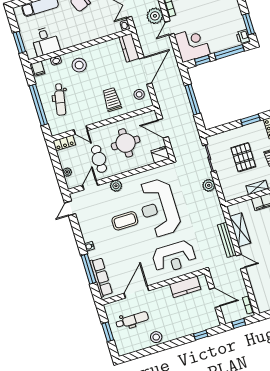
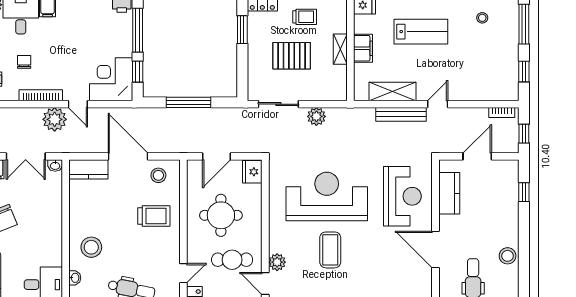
trolley: (112, 99) -> (154, 216), turned 180
plant: (116, 186) -> (277, 262), moved
reception desk: (159, 208) -> (327, 196), turned 180
door: (136, 292) -> (435, 249), moved

